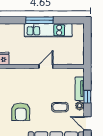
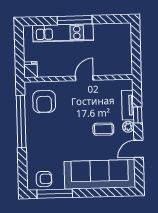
kitchen unit: (48, 30) -> (63, 33), moved
armchair: (21, 112) -> (44, 102), moved
door: (87, 123) -> (139, 149), hinge flipped

